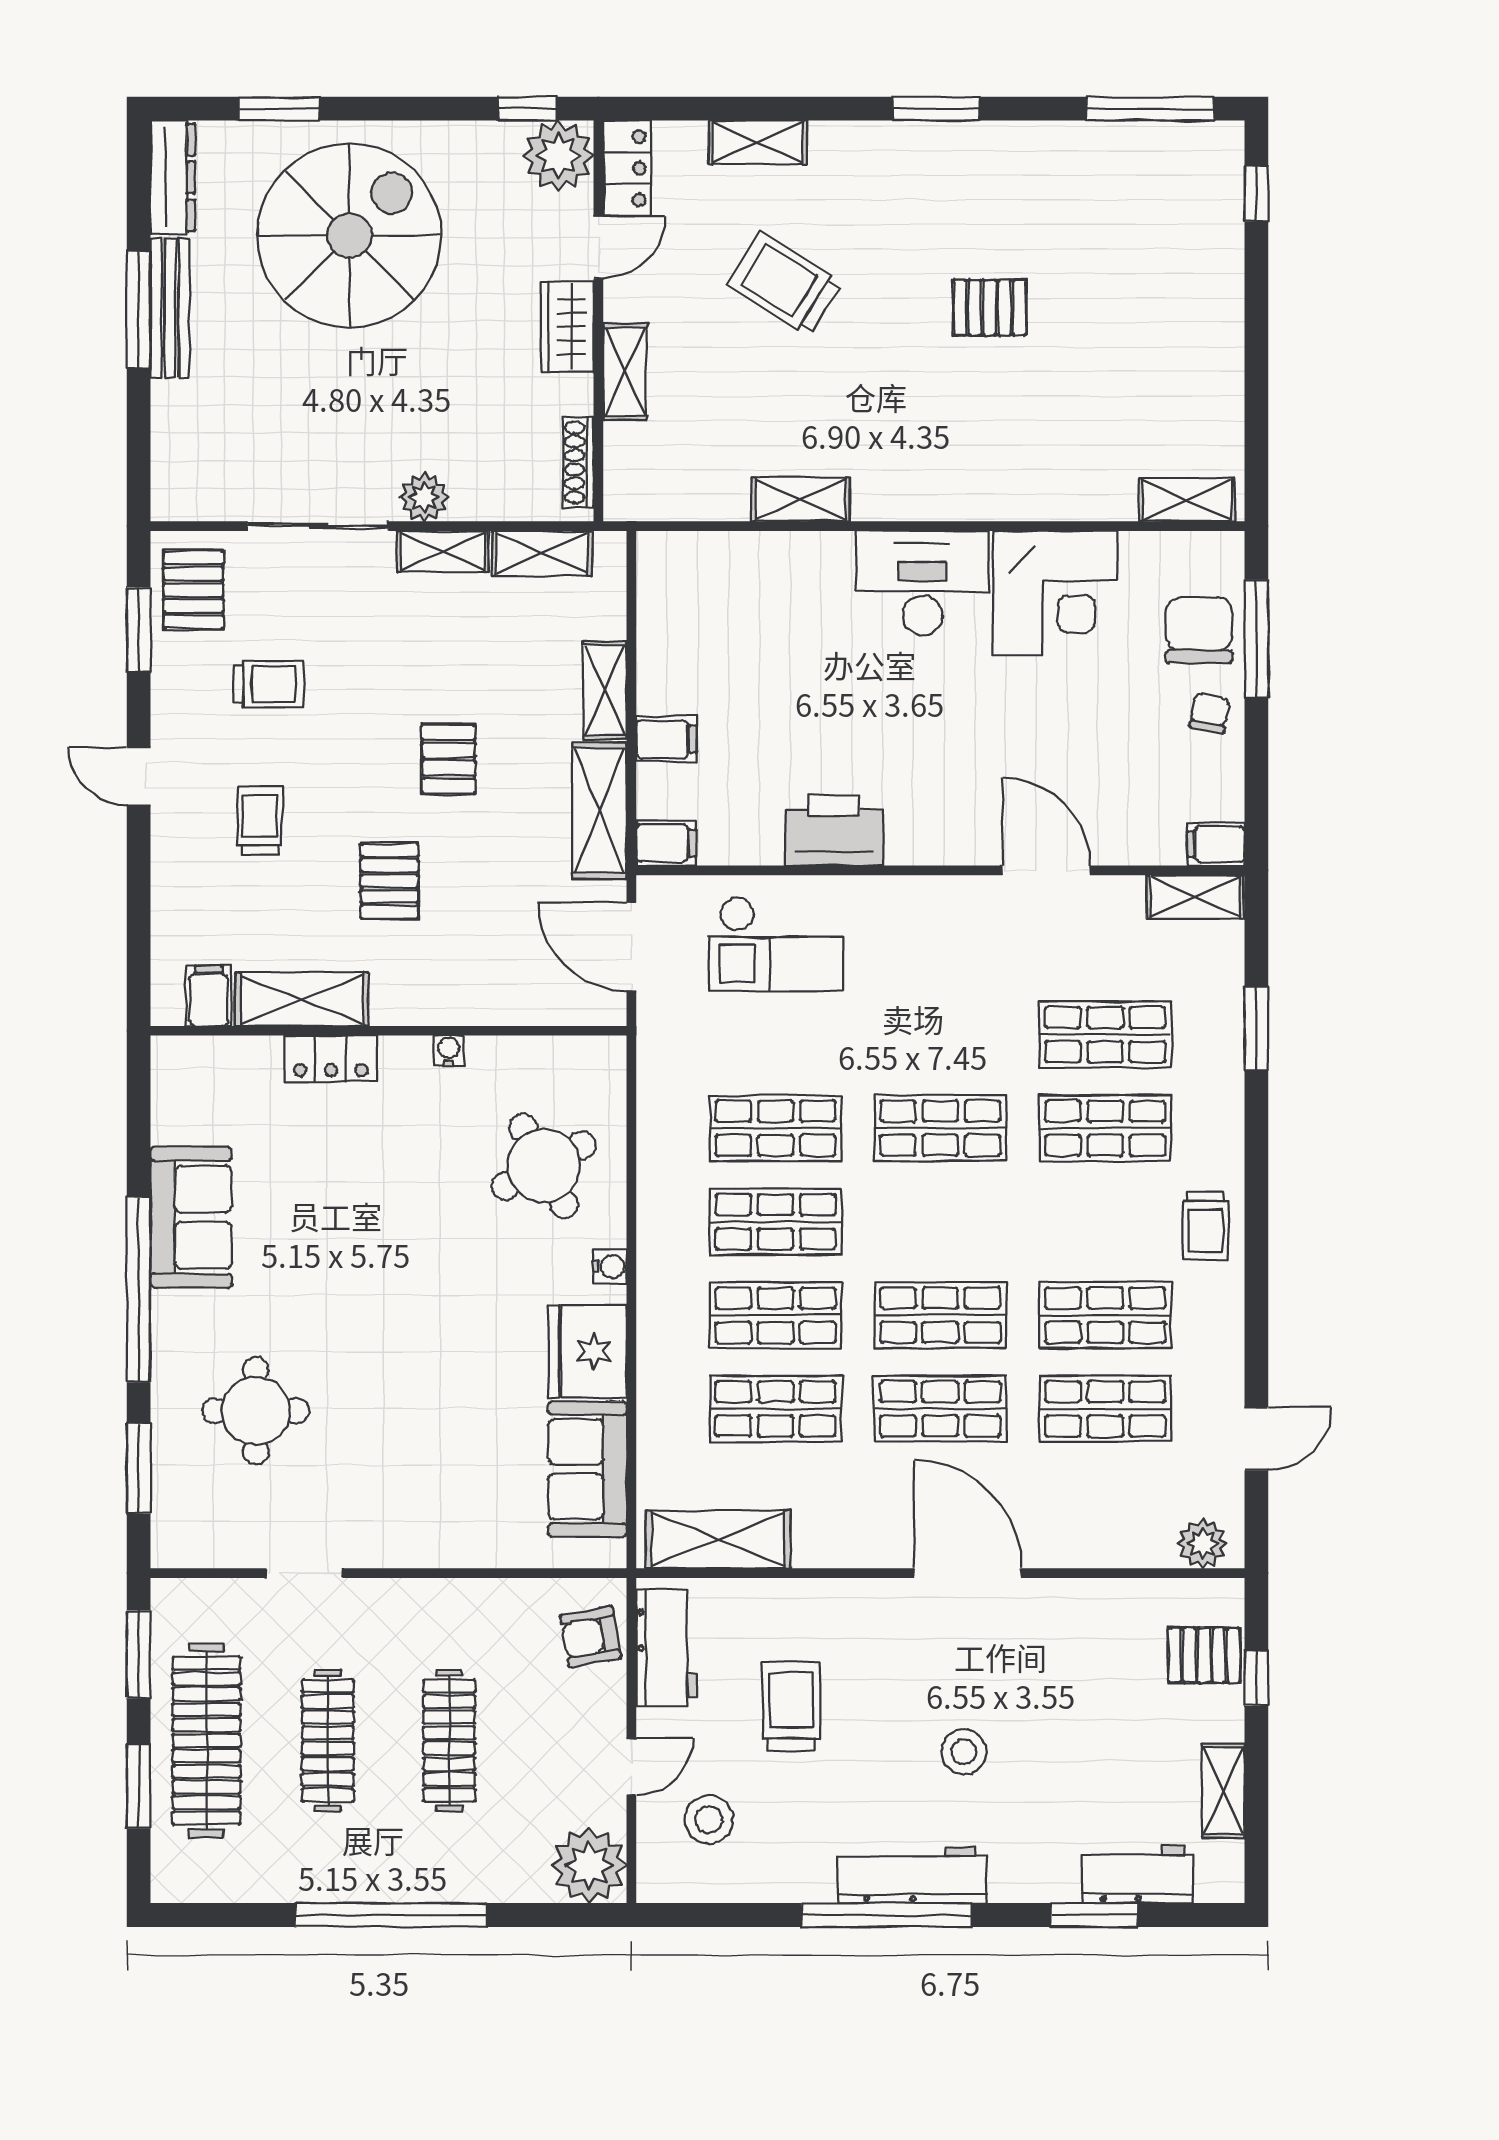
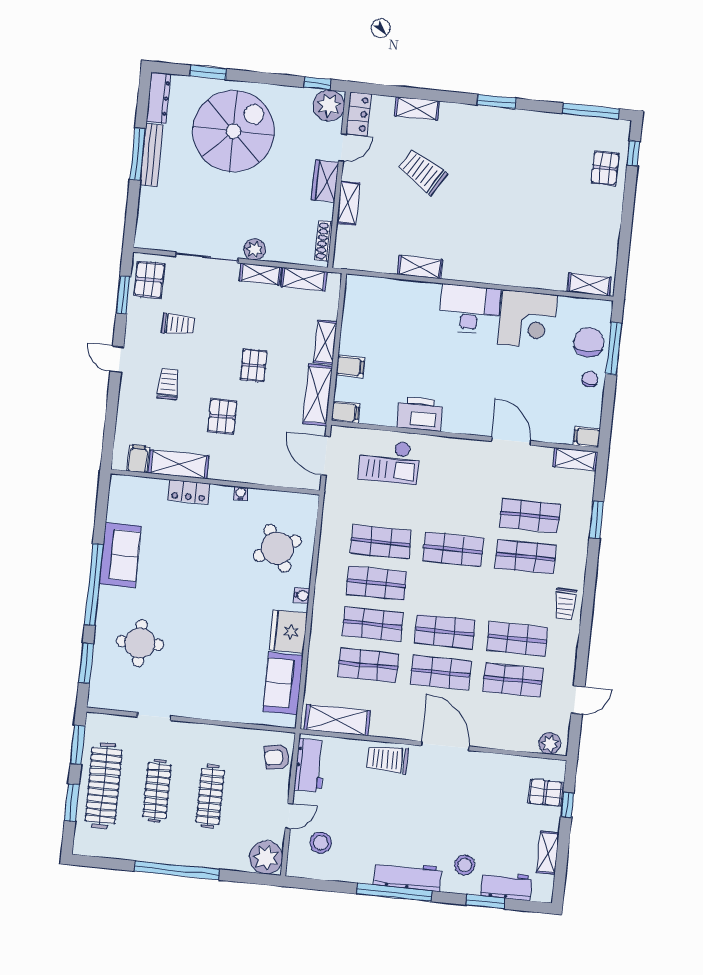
pallet: (990, 308) -> (605, 168), moved, turned 90
trolley: (791, 1706) -> (388, 759), moved, turned -90
stool: (964, 1752) -> (465, 865), moved

